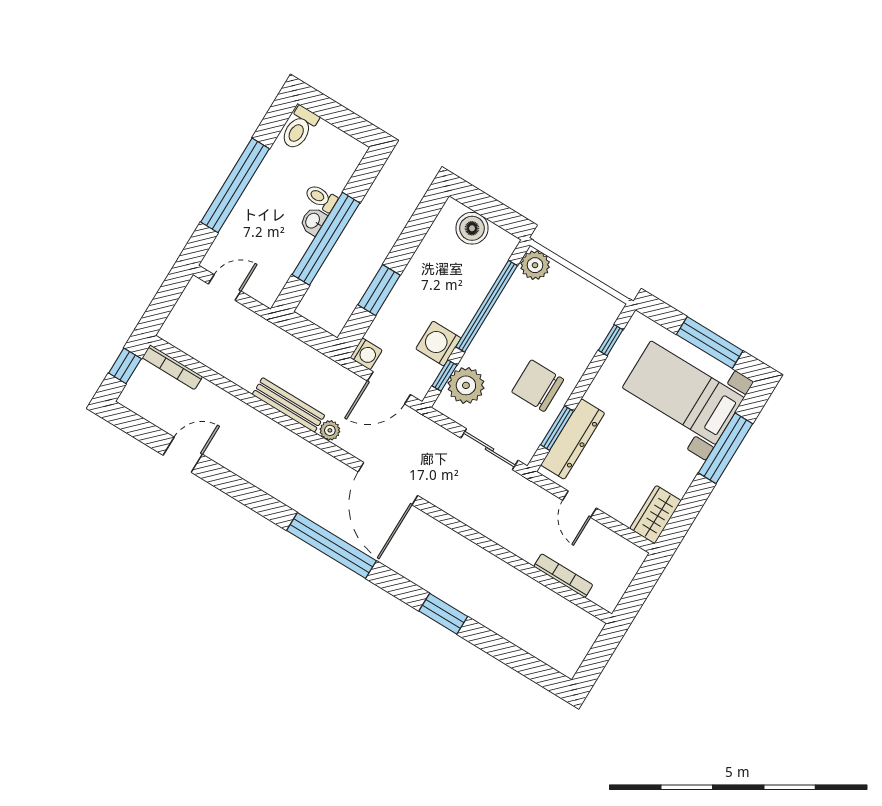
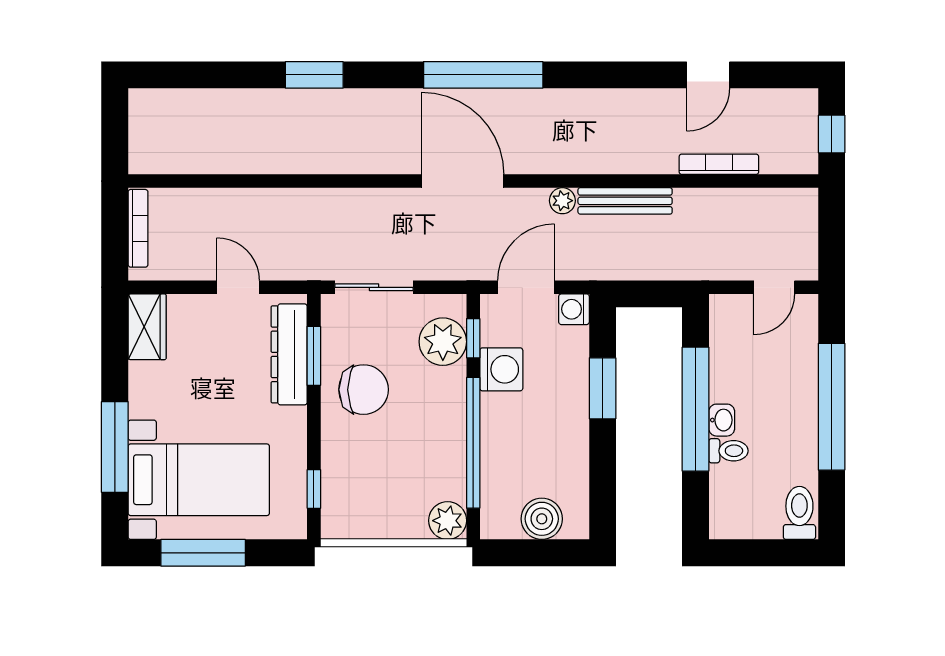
bookcase: (172, 367) -> (719, 164), moved
bookcase: (563, 576) -> (138, 228), moved, turned -90

